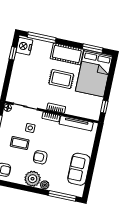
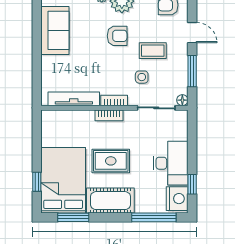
desk: (24, 69) -> (171, 163), added
window: (104, 107) -> (37, 182), moved

